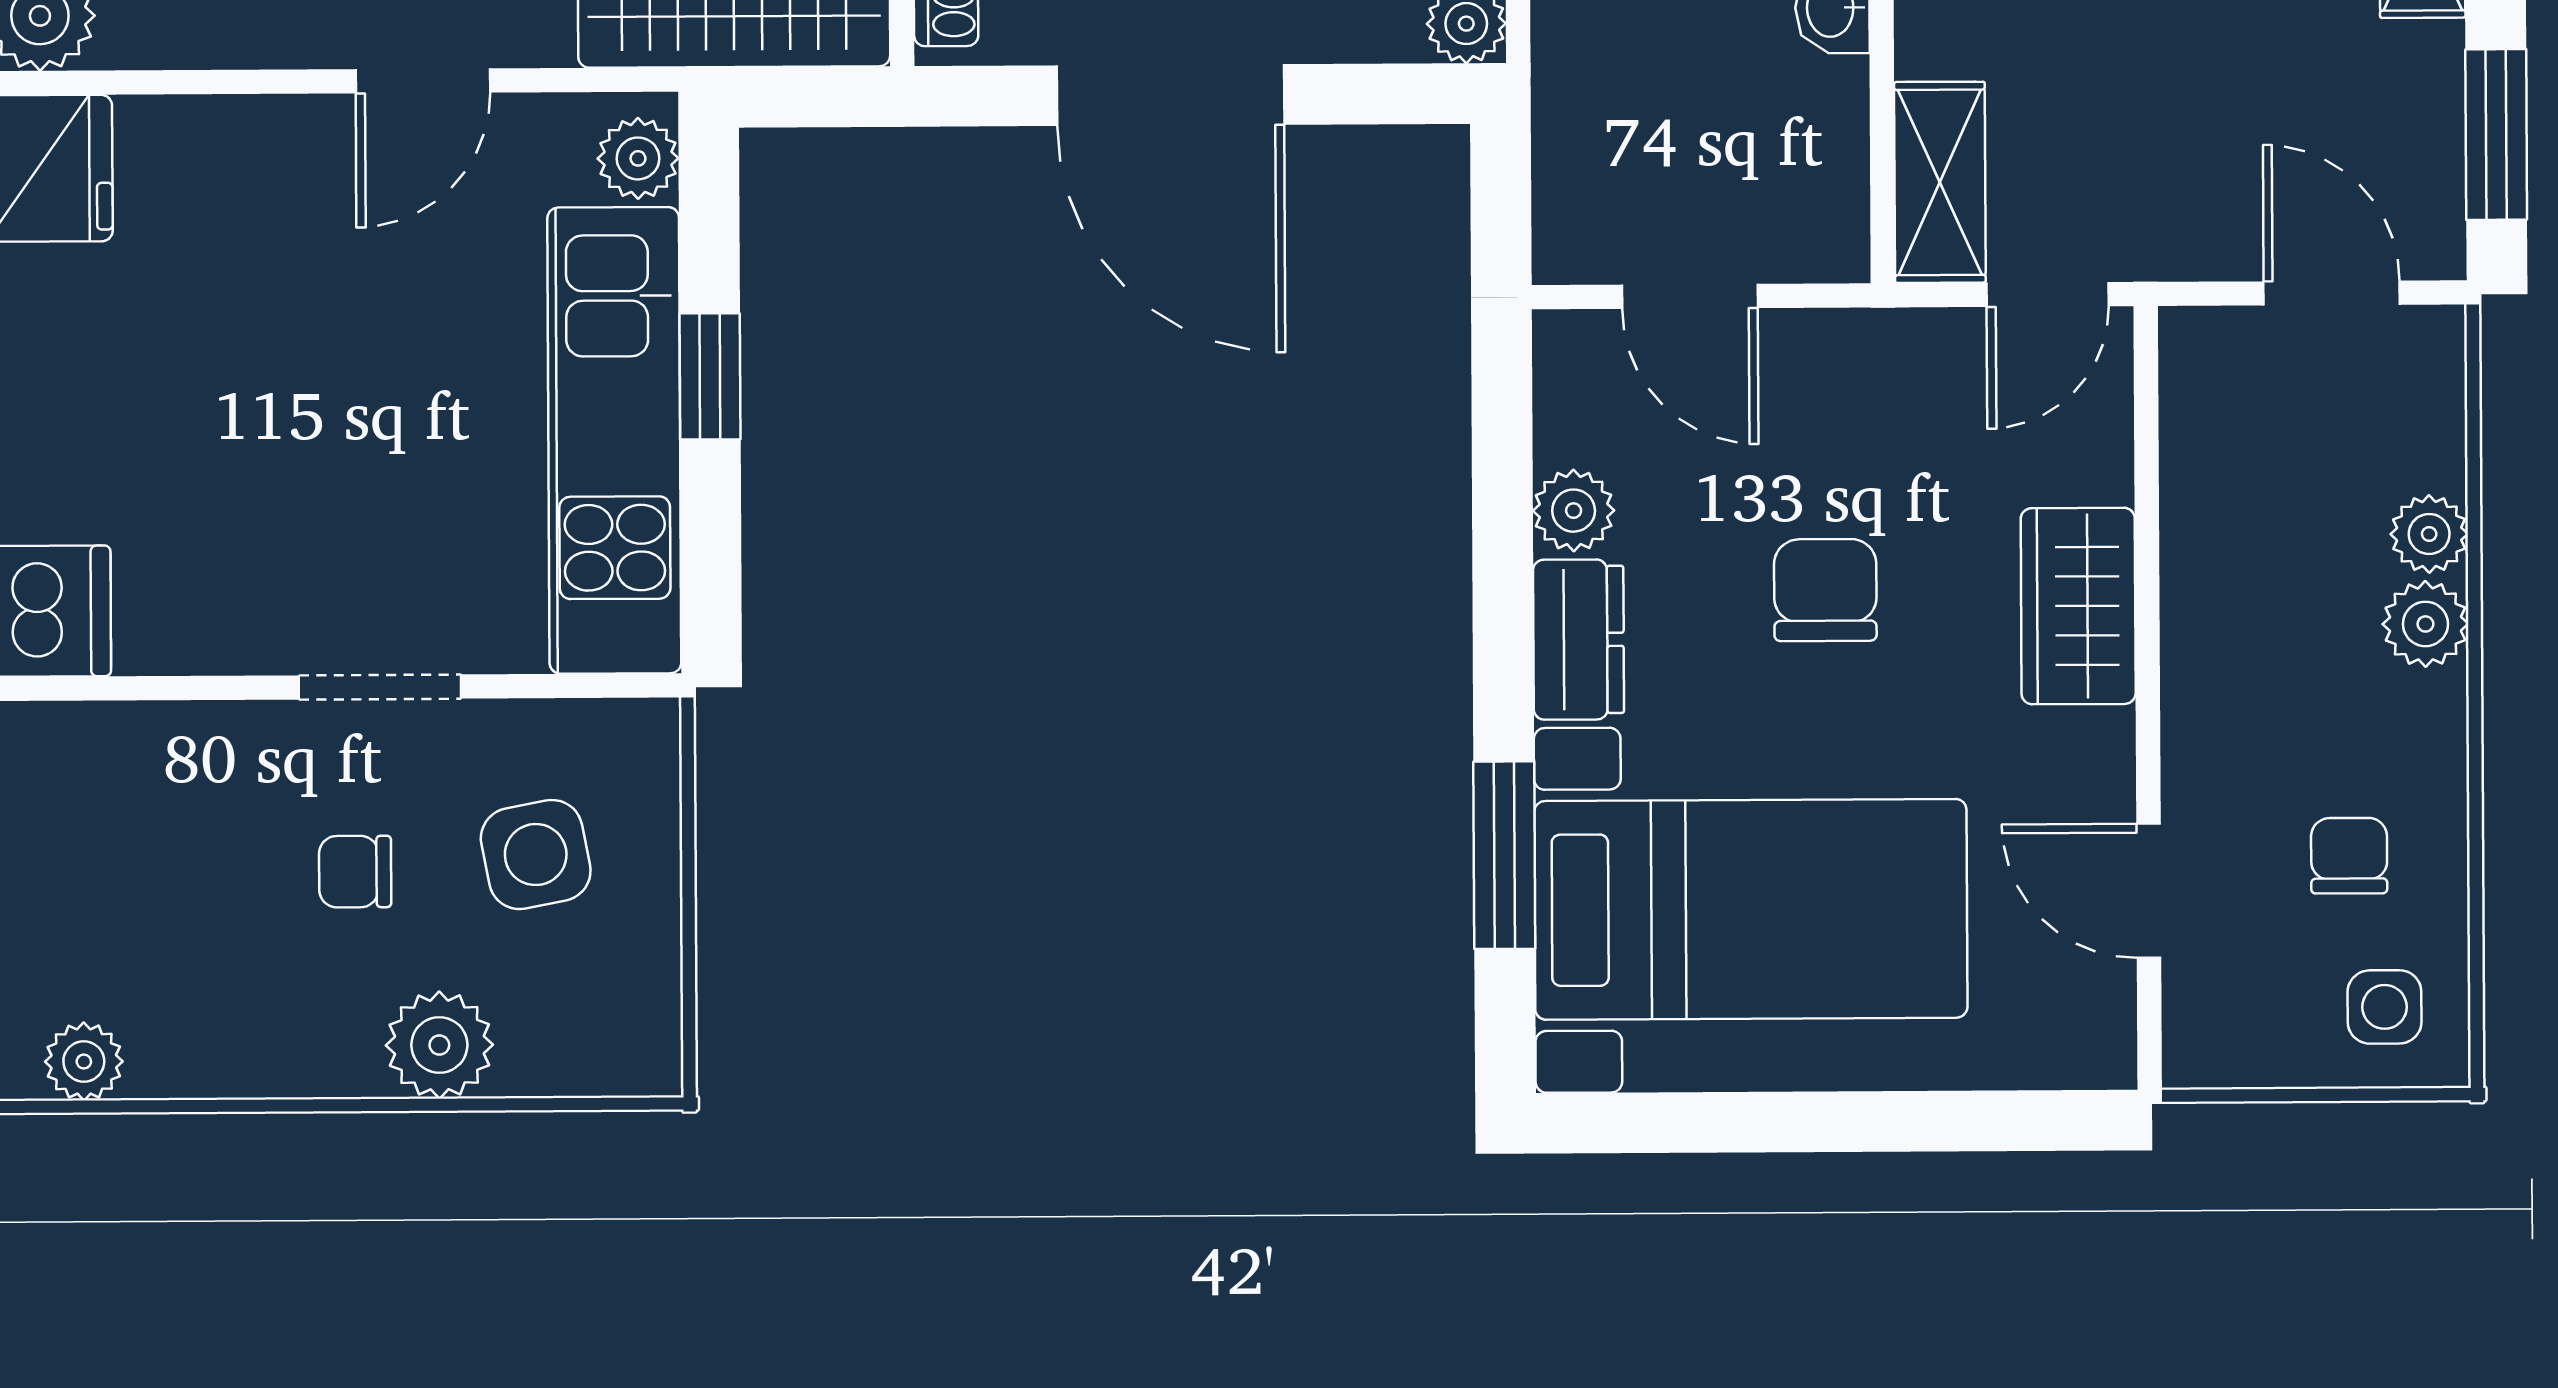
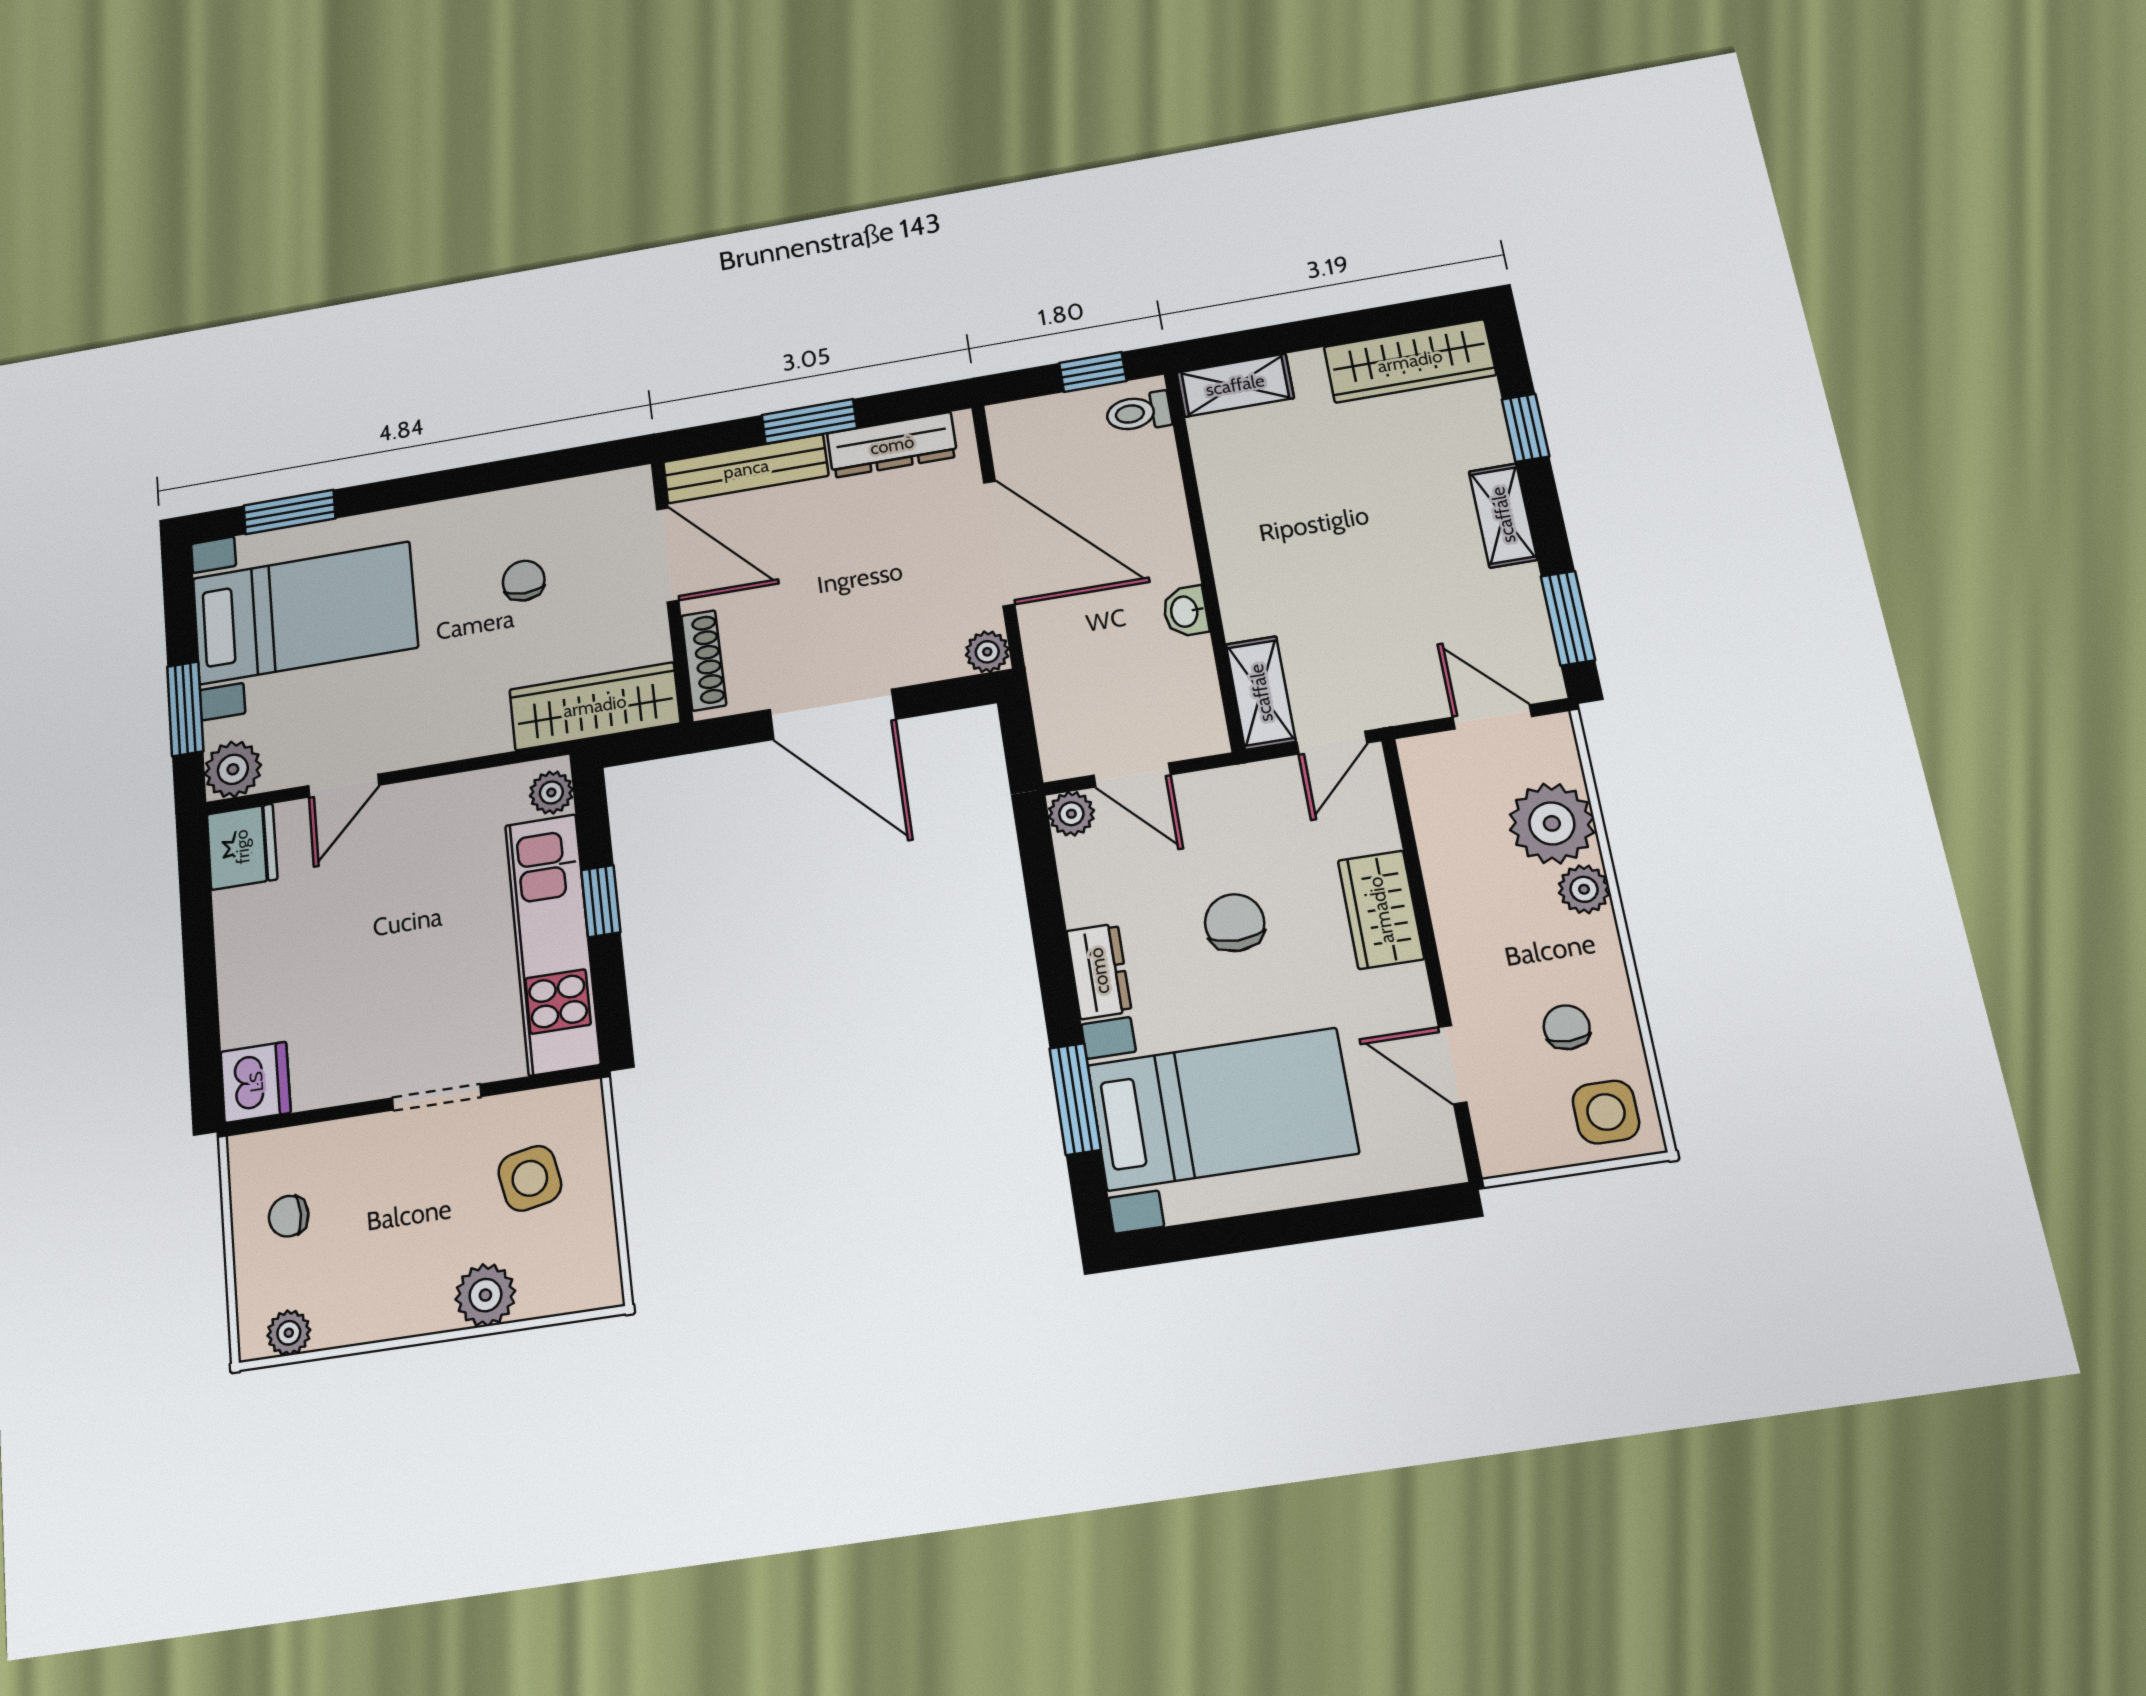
door: (423, 81) -> (344, 786), moved
plant: (1574, 511) -> (1071, 814), moved
plant: (2429, 534) -> (1552, 823), width x1.87, depth x1.87
chair: (355, 872) -> (289, 1216), moved
side table: (2385, 1007) -> (1606, 1112), width x1.37, depth x1.37

